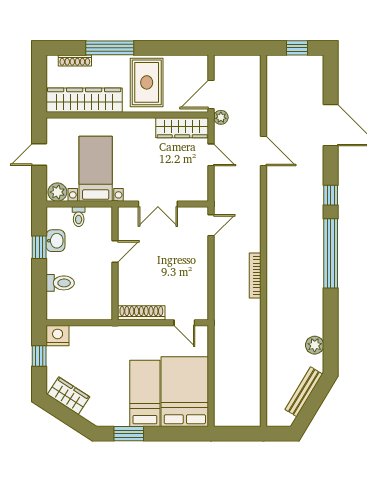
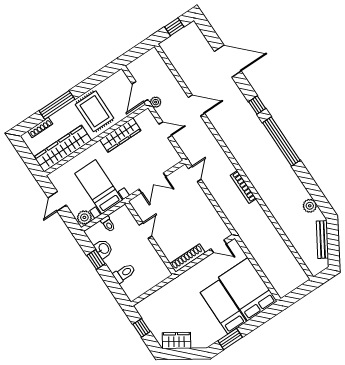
wardrobe: (182, 128) -> (120, 135), moved
nightstand: (58, 336) -> (145, 307), removed

